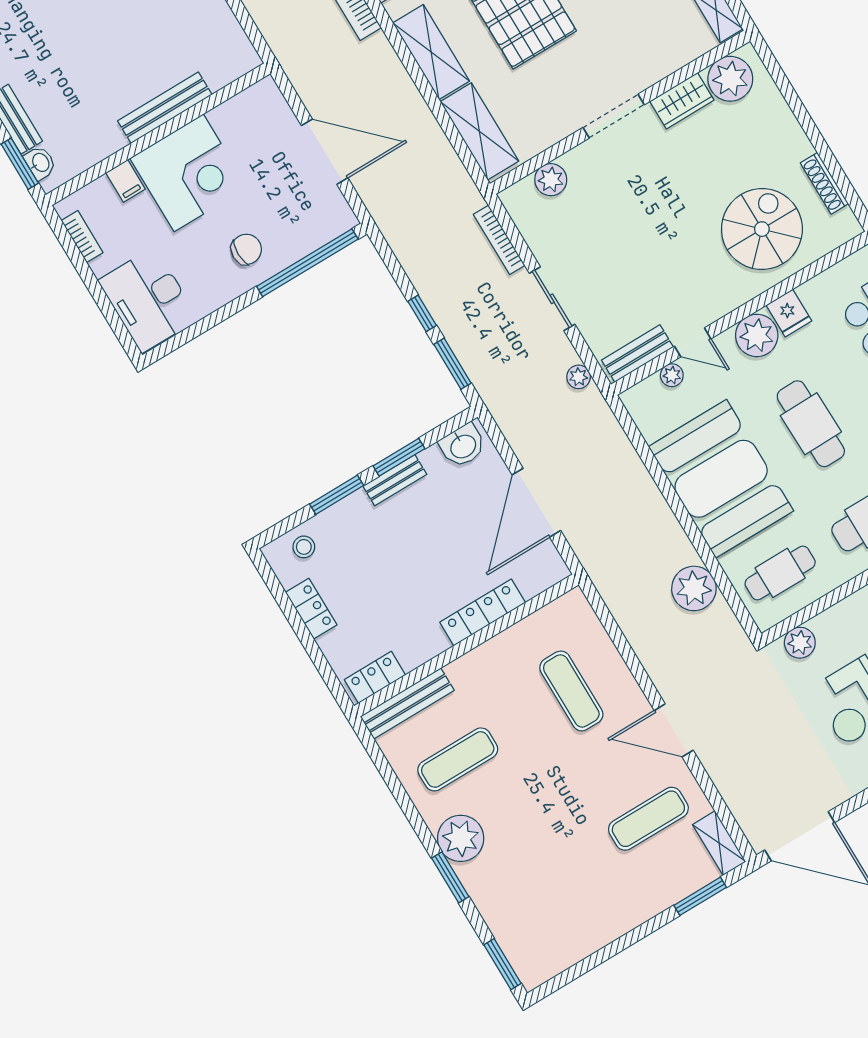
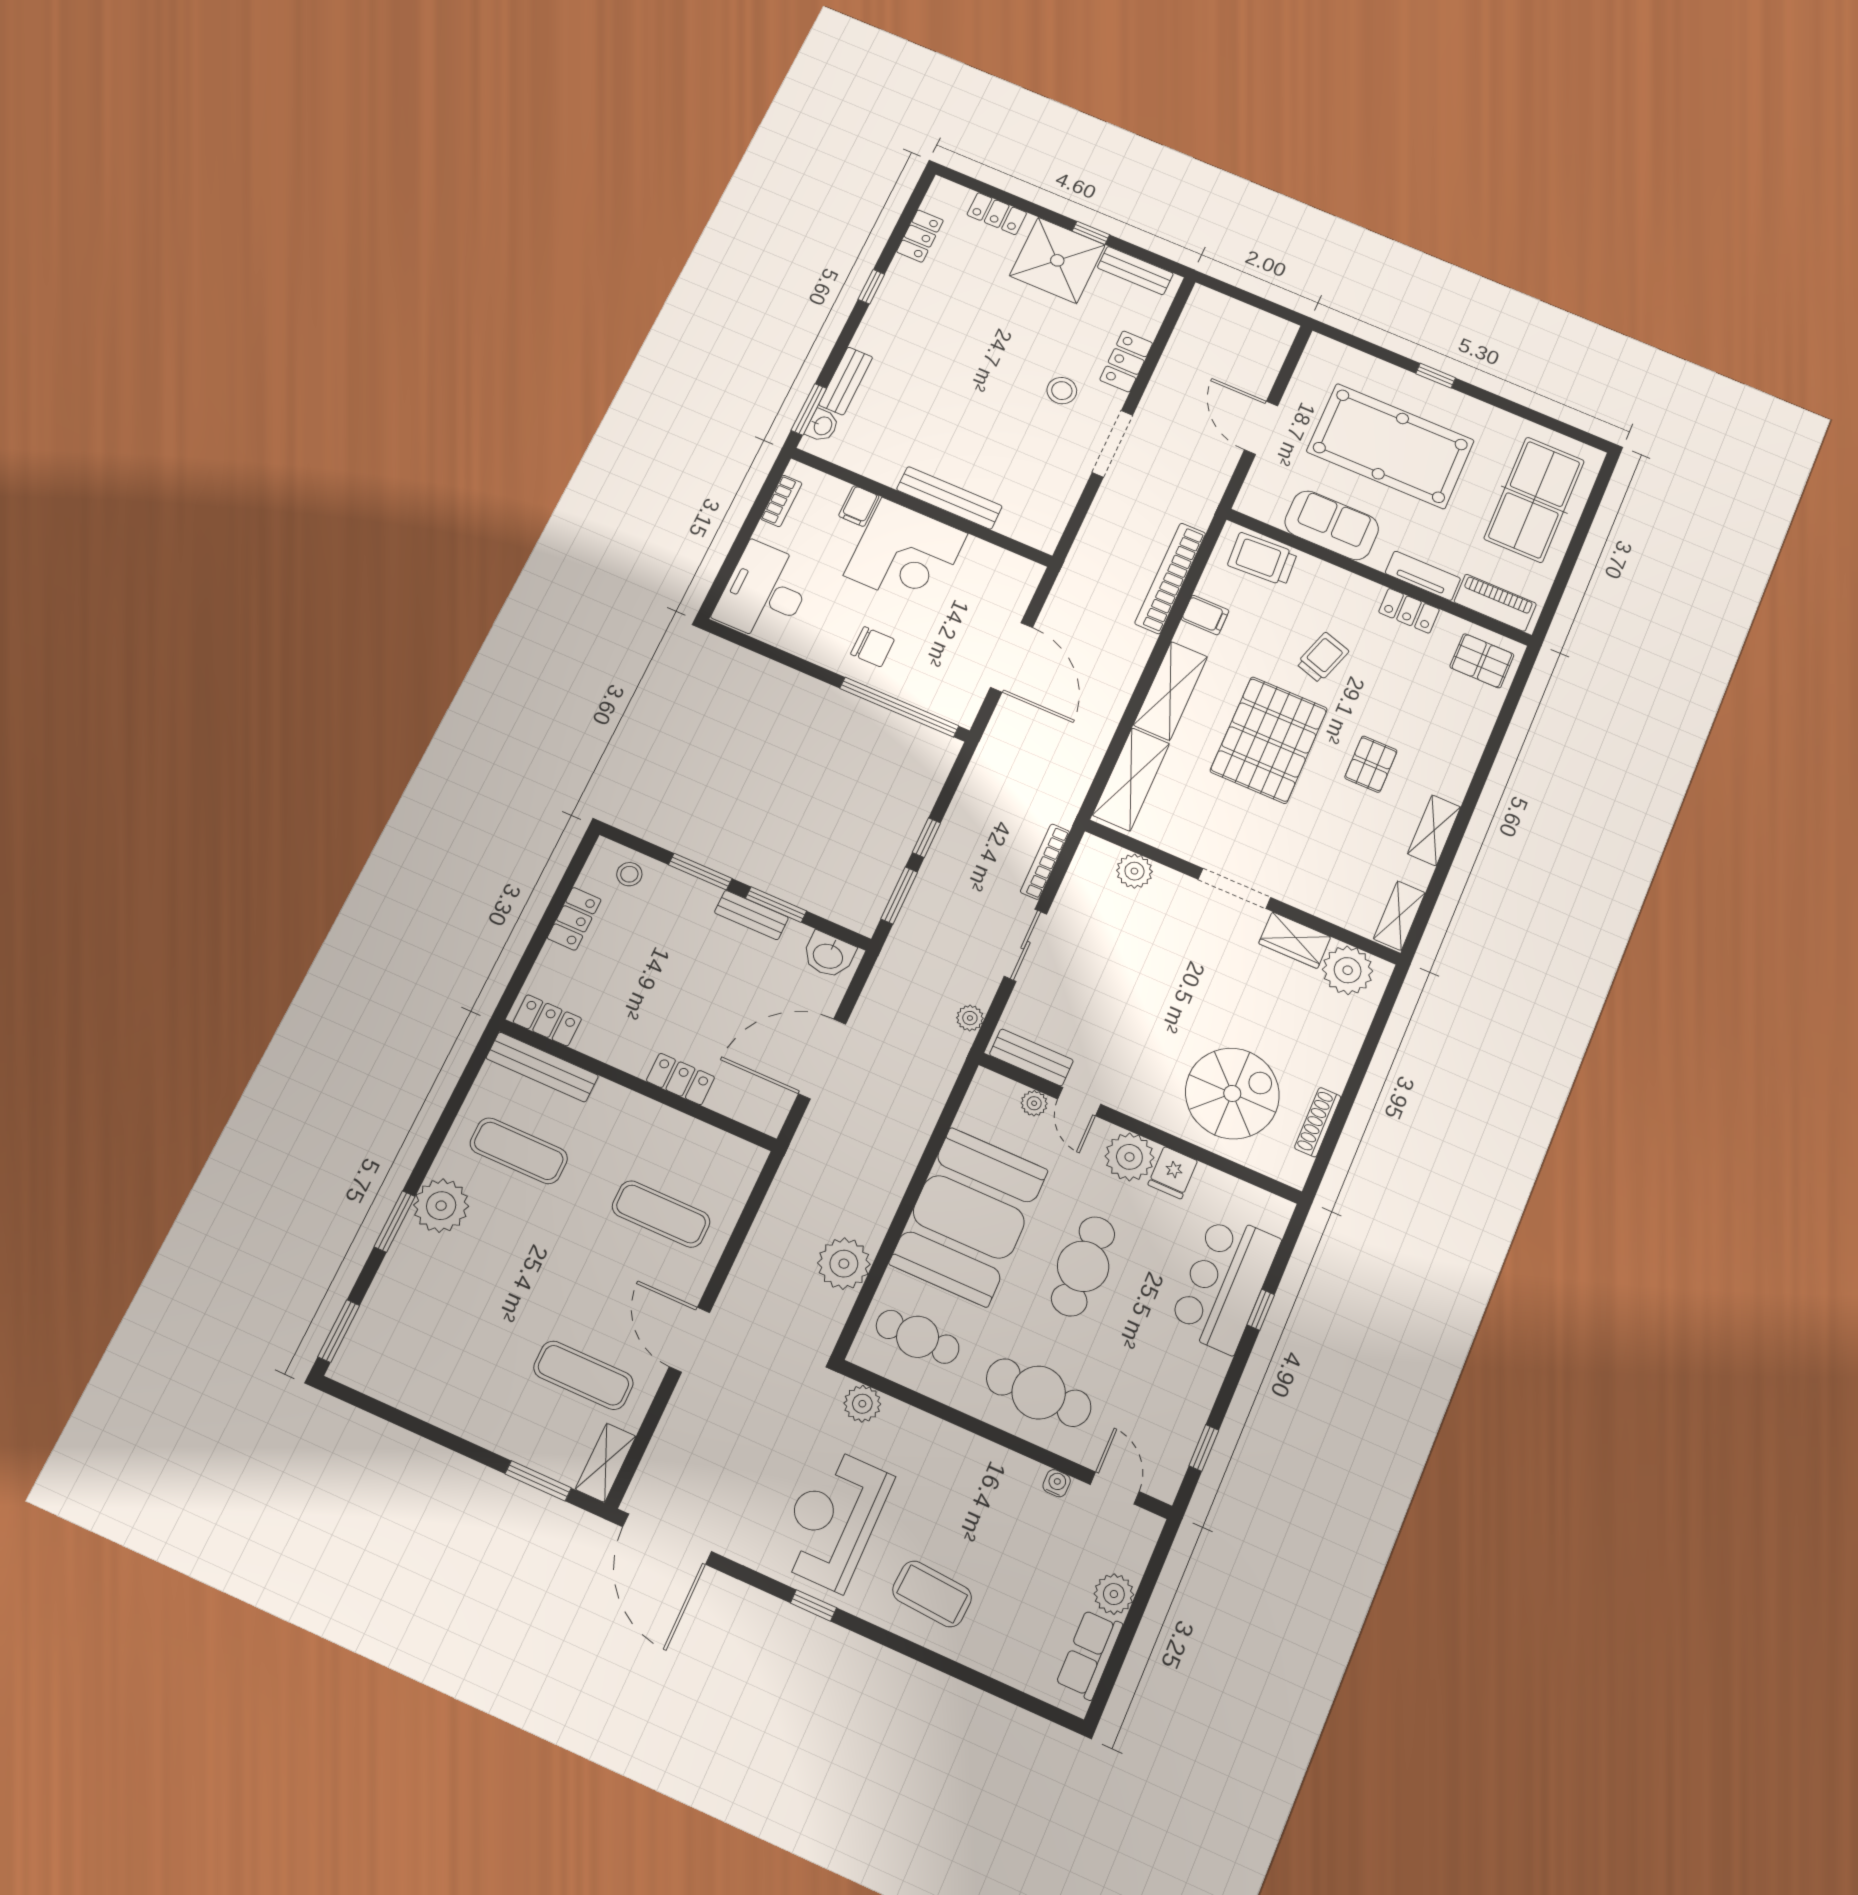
locker: (483, 612) -> (680, 1079), width x0.66
exercise mat: (571, 691) -> (661, 1214), turned 90

